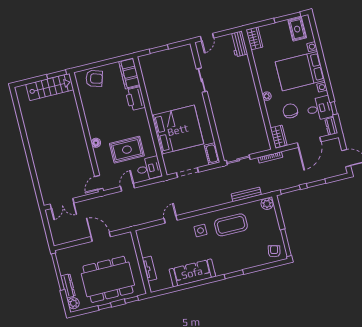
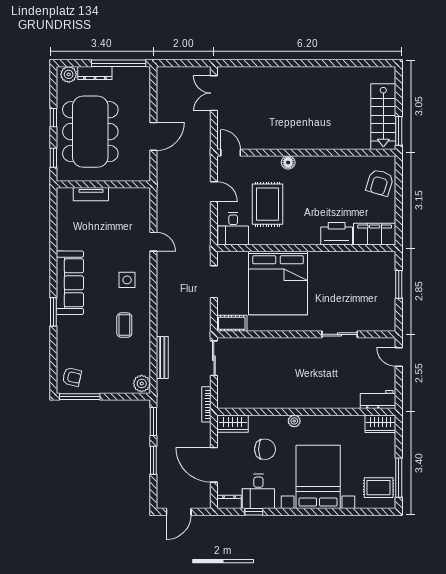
coffee table: (231, 225) -> (124, 325), width x0.54, depth x0.58
sofa: (192, 273) -> (70, 283), moved

